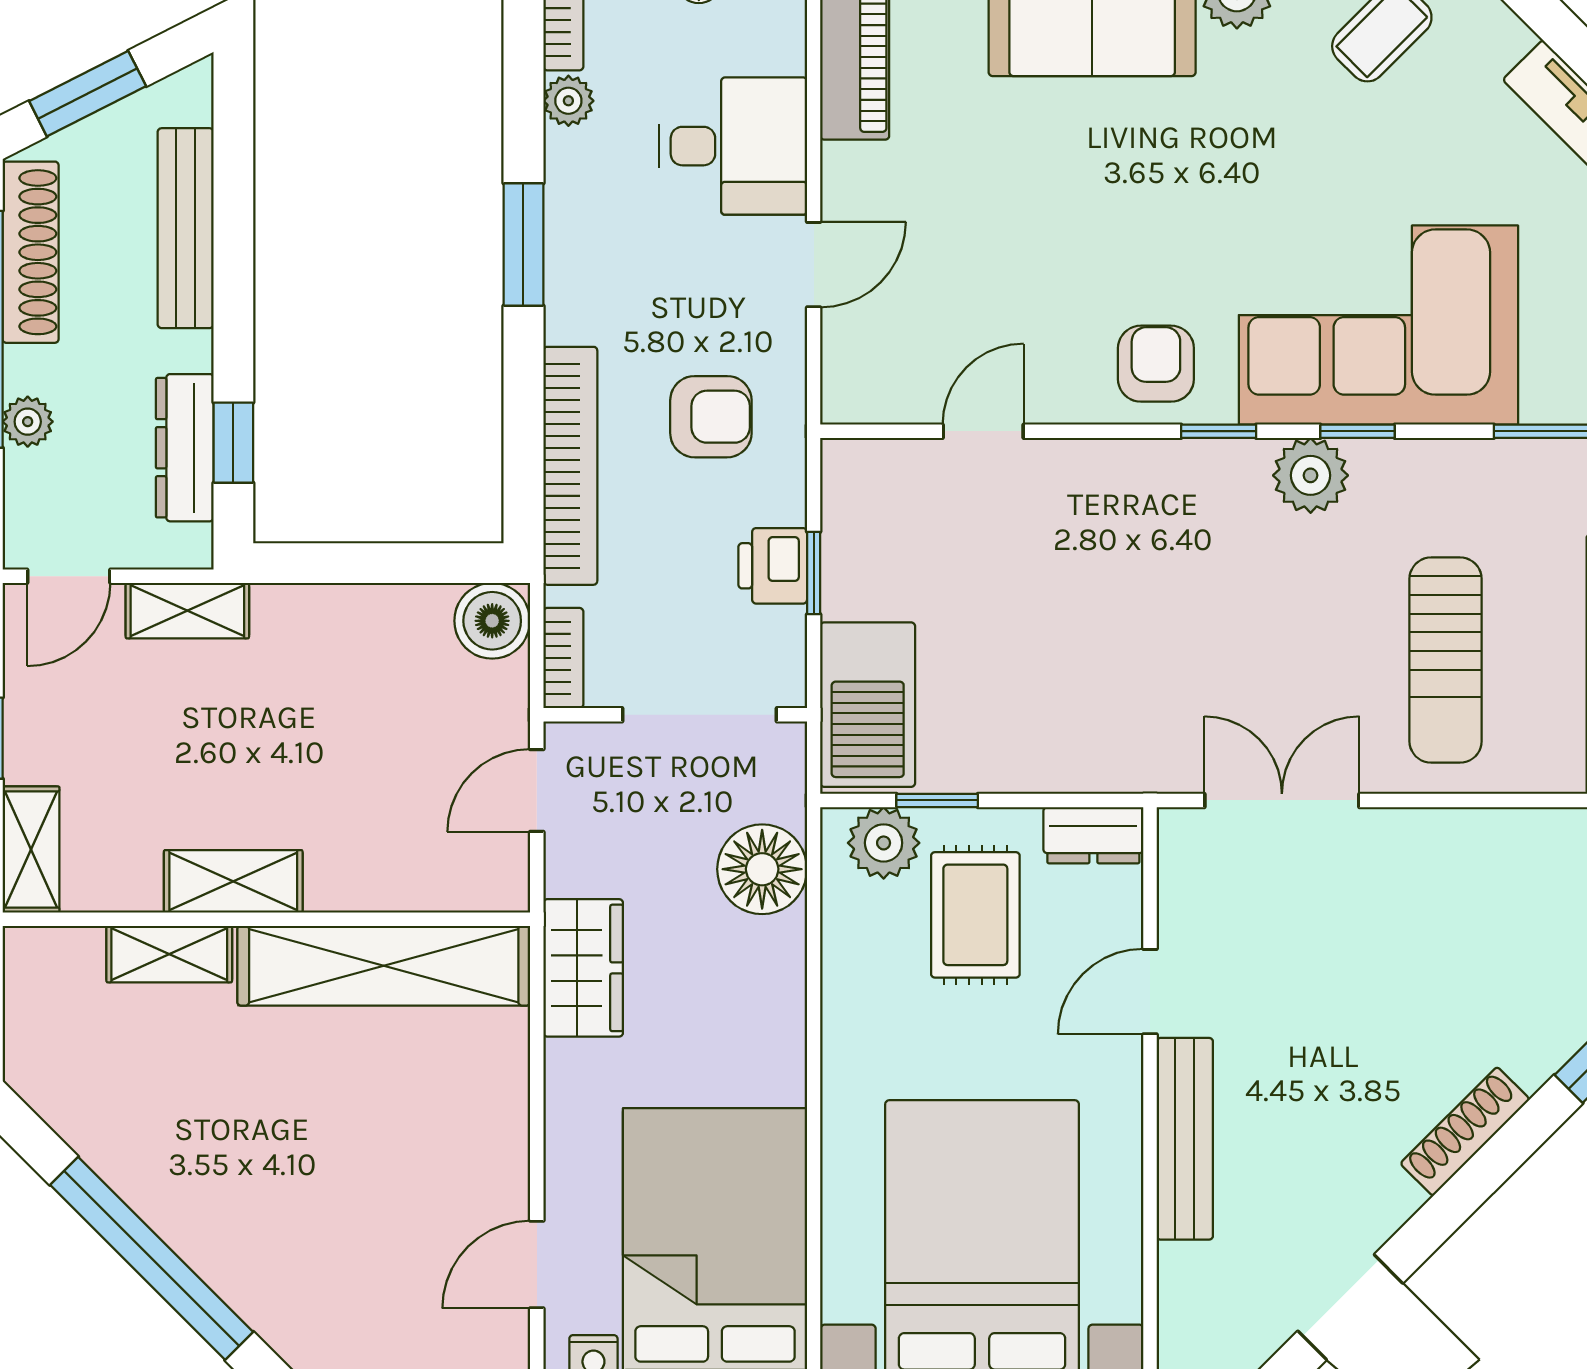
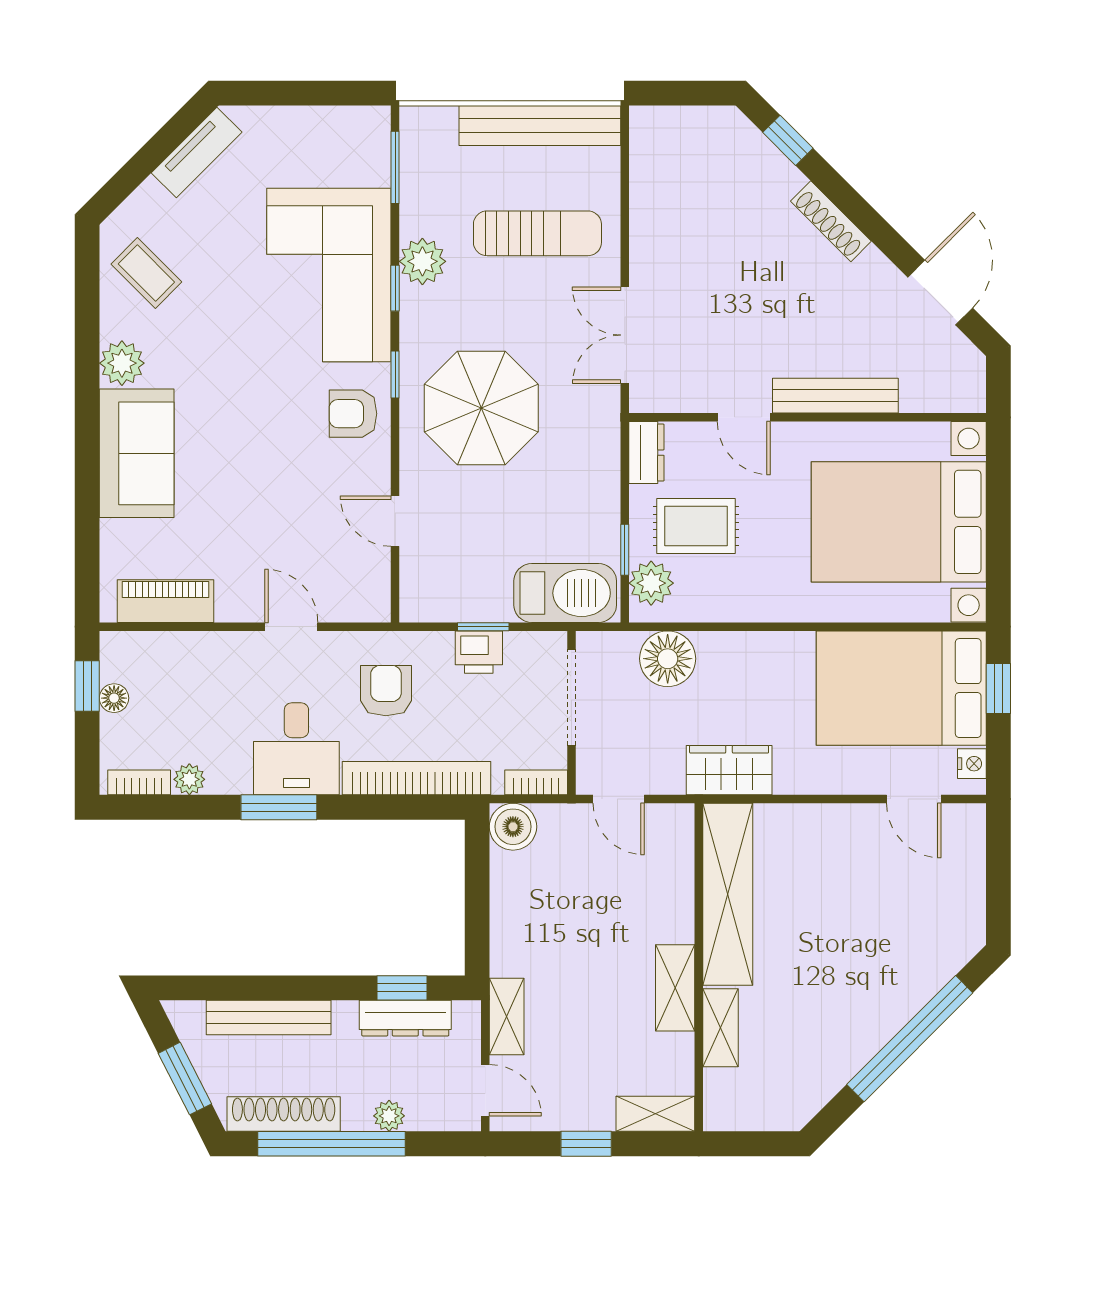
desk: (733, 146) -> (296, 749), moved, turned 180
plant: (1311, 475) -> (422, 261), moved
parasol: (1165, 570) -> (481, 408), added

